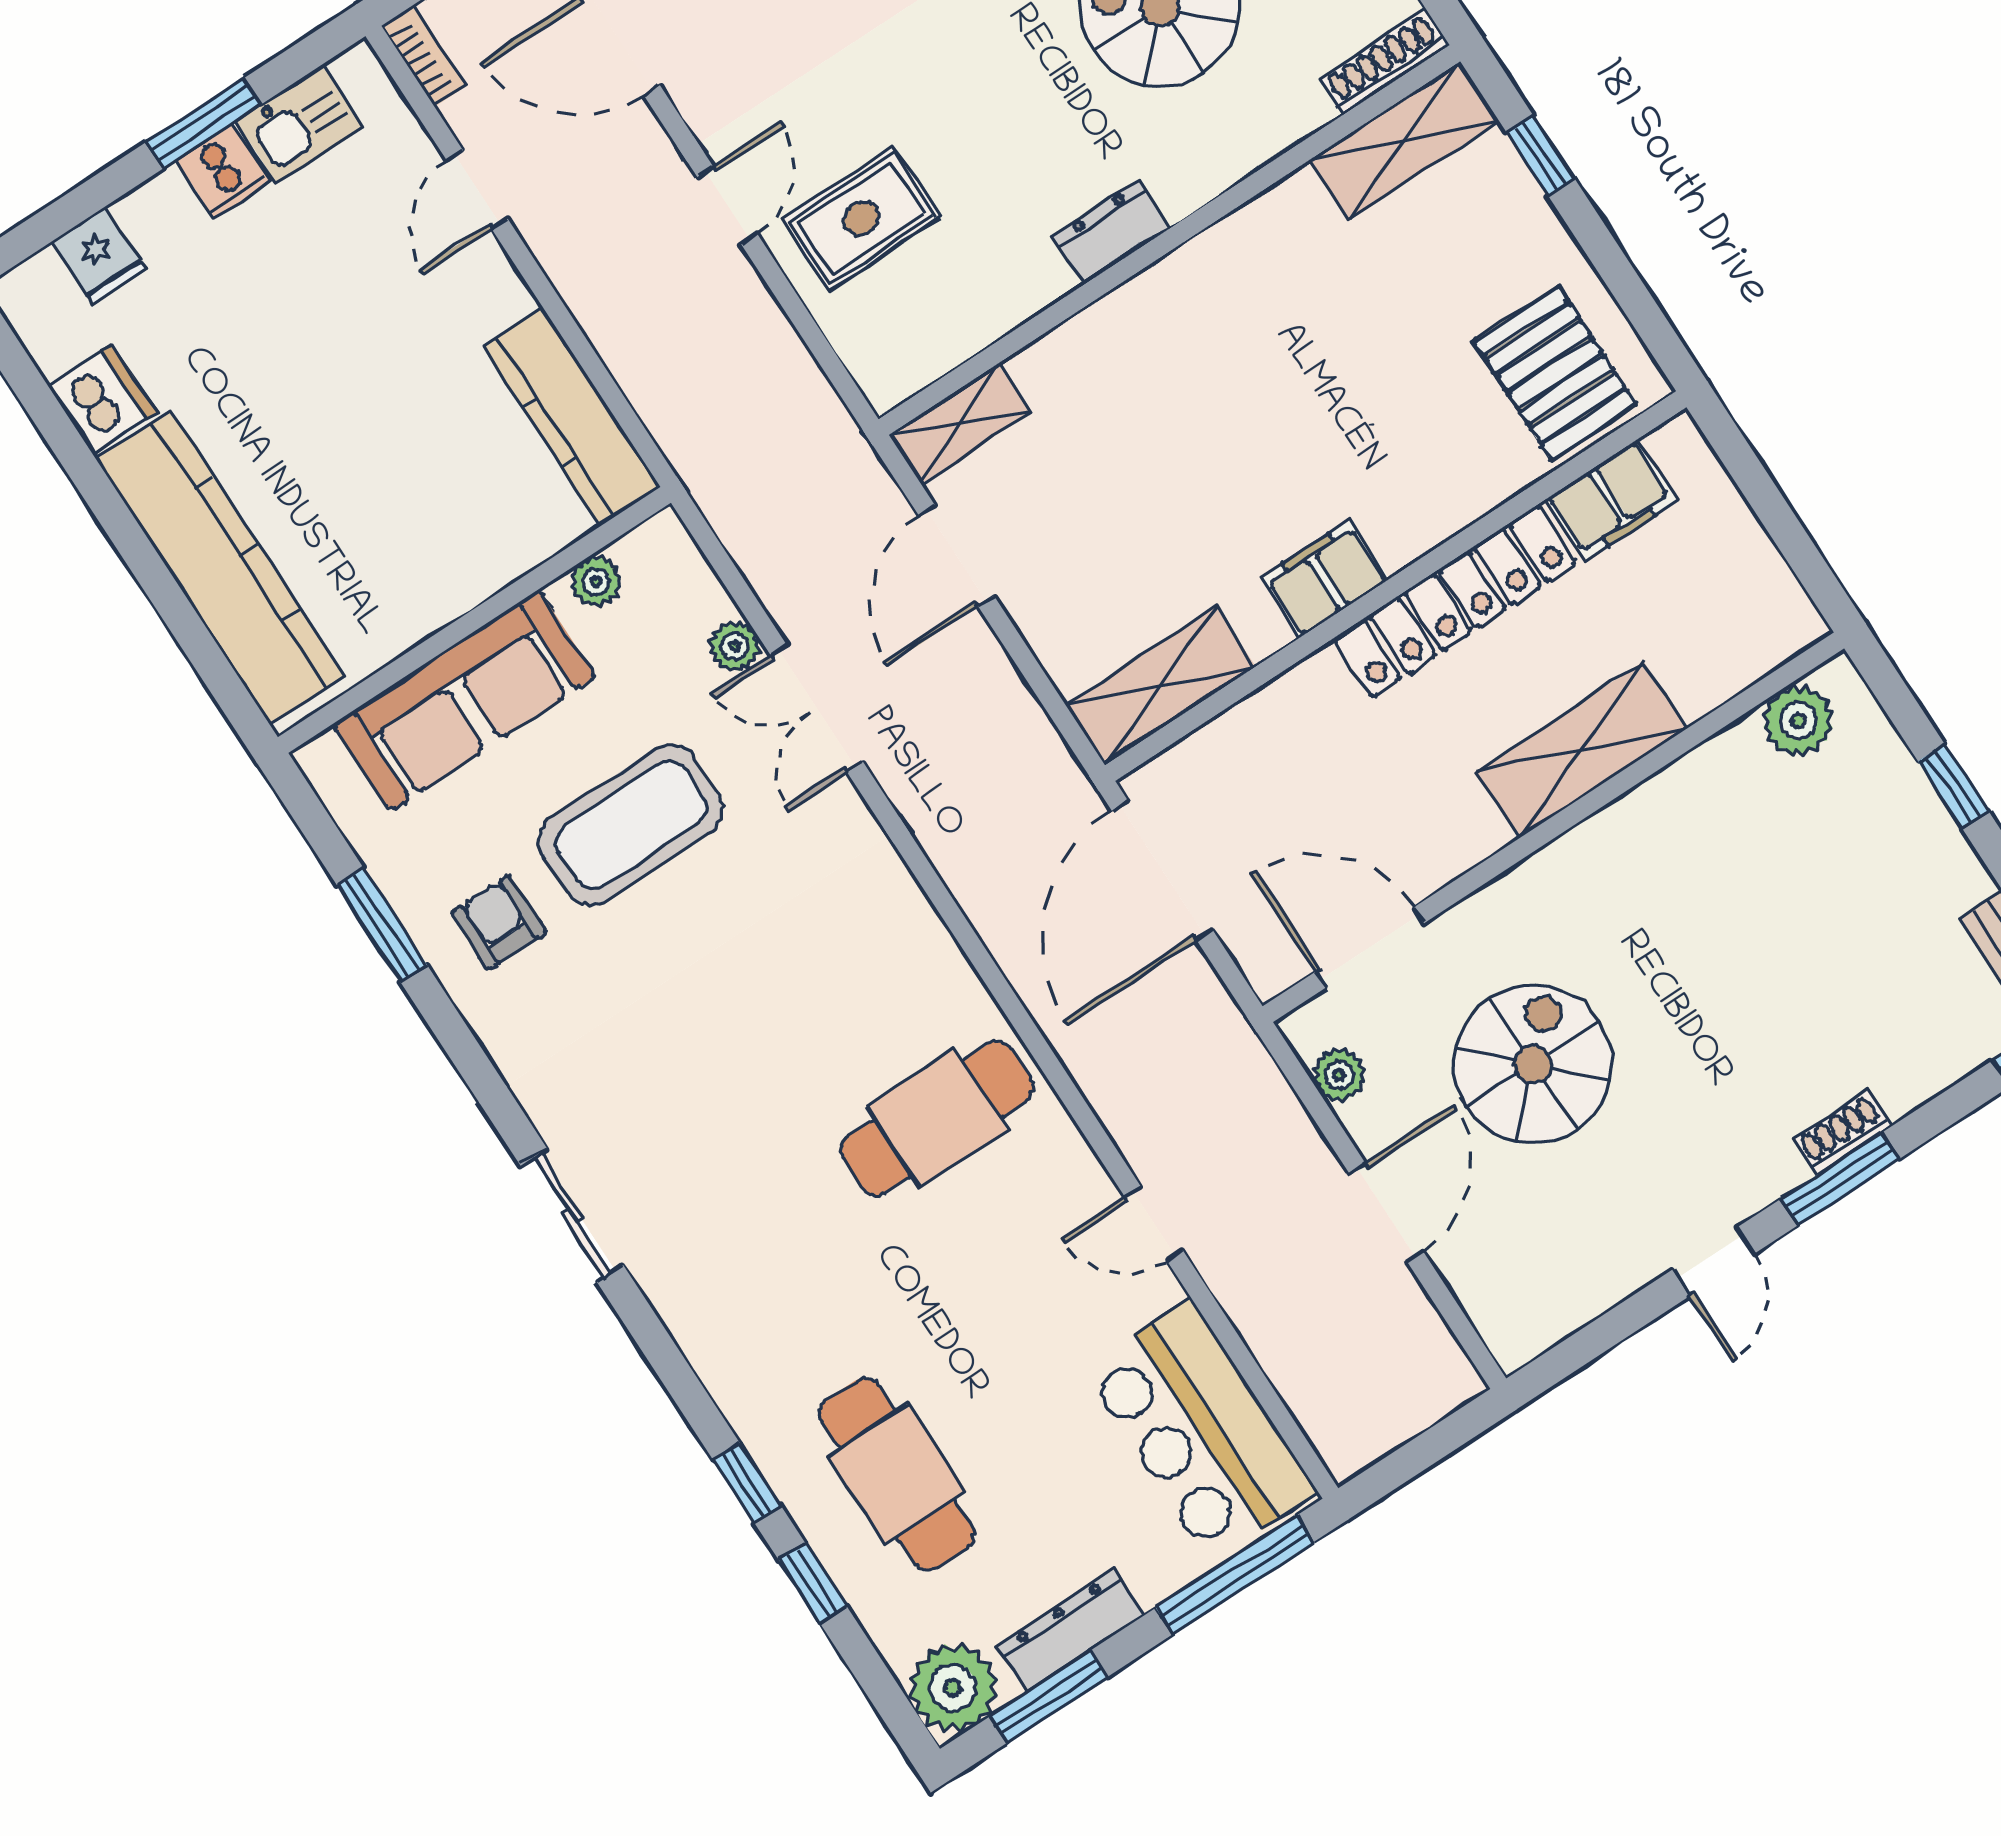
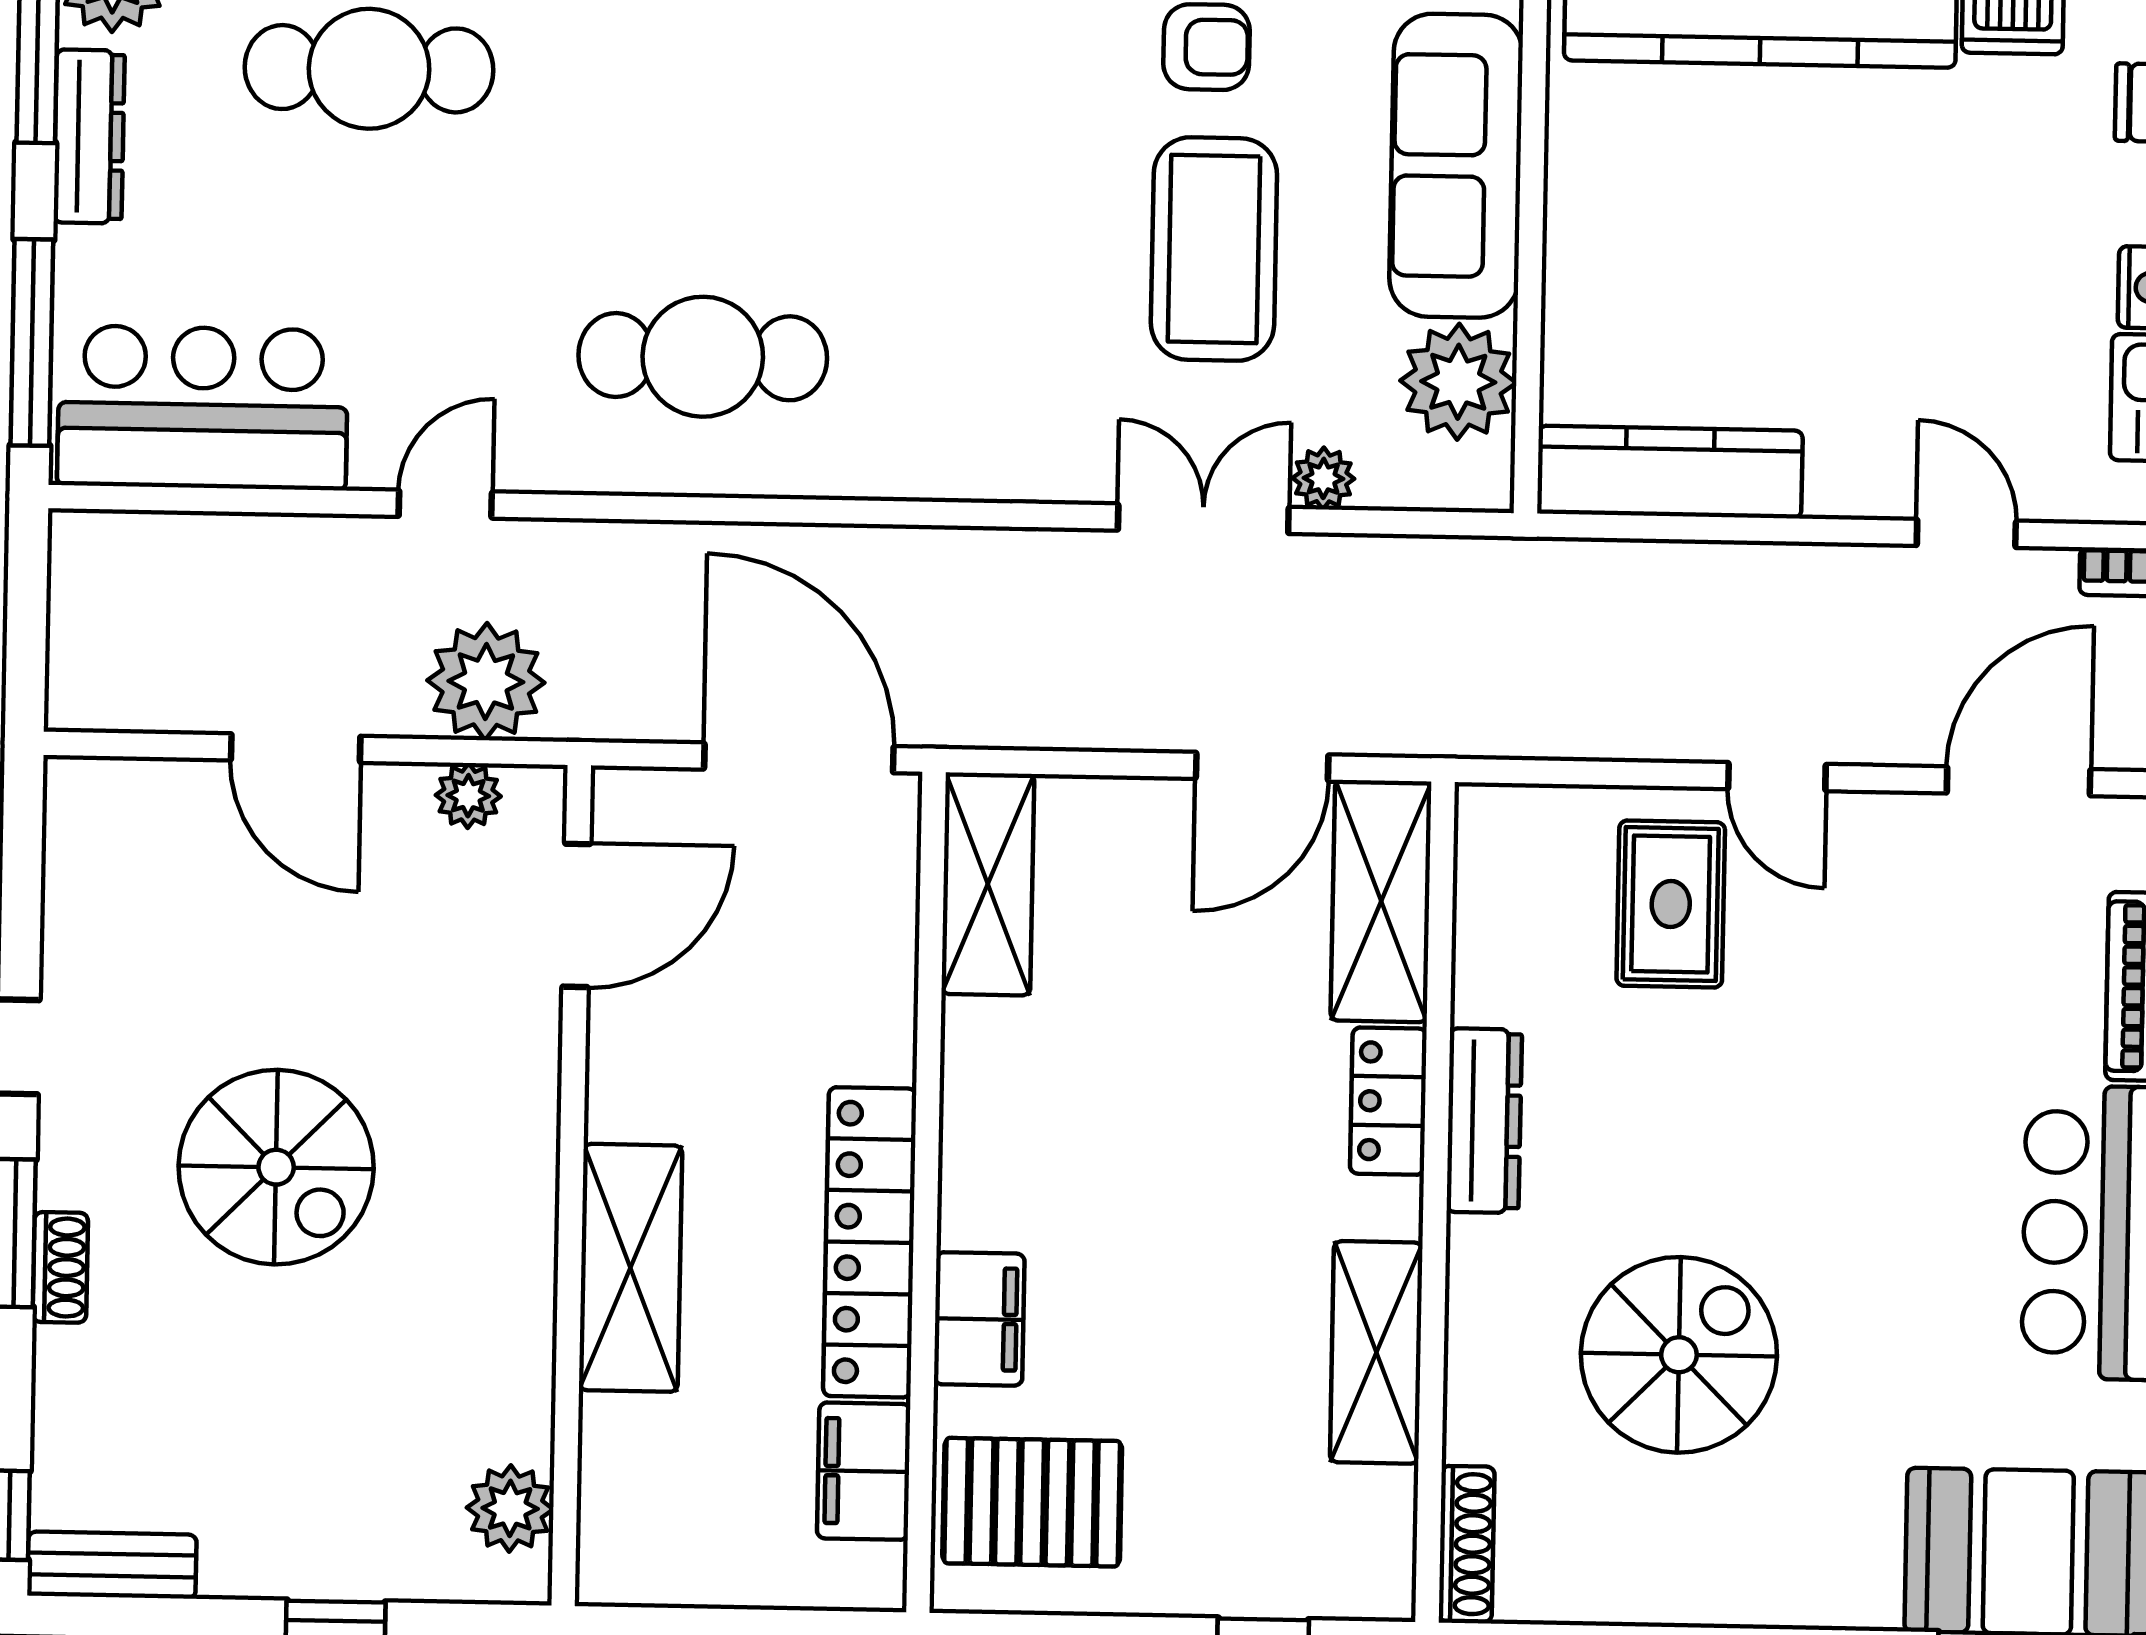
shelving: (1405, 140) -> (1376, 1352), moved
dresser: (1111, 232) -> (1484, 1121), width x1.44
locker: (1123, 318) -> (1388, 1101), added
shelving: (959, 424) -> (1381, 901), width x1.50, depth x1.33
door: (956, 555) -> (1262, 767), swing flipped
filing cabinet: (1325, 578) -> (979, 1319), moved
plant: (596, 582) -> (1458, 382), width x1.88, depth x1.88
spiral stairs: (1533, 1064) -> (276, 1167), moved
plant: (1254, 1115) -> (486, 682), added
cafe table: (937, 1118) -> (703, 357), turned 90

